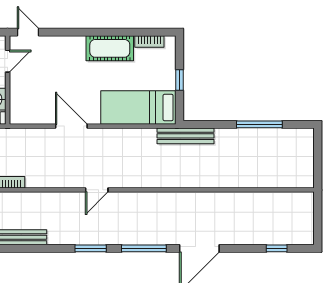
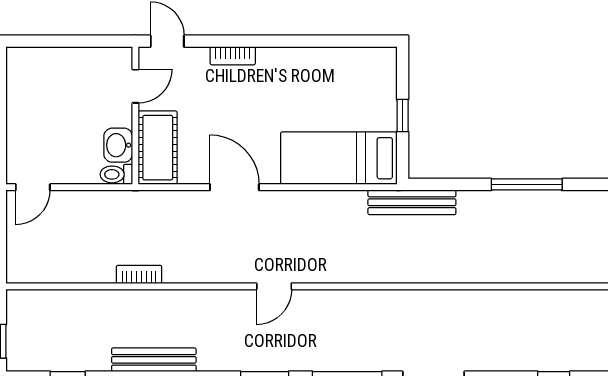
bookcase: (149, 42) -> (233, 56), moved
cot: (110, 48) -> (158, 148), moved, turned 90

